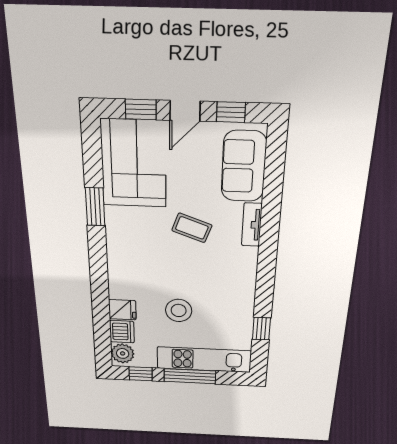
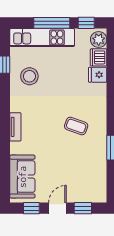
corner sofa: (134, 164) -> (88, 176), removed
tv unit: (252, 225) -> (15, 127), moved
coffee table: (192, 228) -> (76, 126), moved
stool: (179, 310) -> (29, 76), moved

